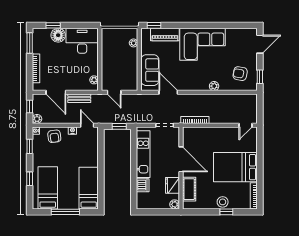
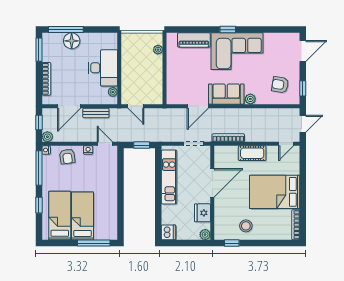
window: (53, 25) -> (66, 30), width x2.17
window: (154, 25) -> (228, 30), moved
desk: (82, 41) -> (103, 68), moved, turned 90
sofa: (150, 70) -> (226, 94), moved, turned -90
door: (56, 92) -> (69, 106), hinge flipped
door: (168, 92) -> (198, 106), swing flipped
door: (260, 108) -> (303, 124), added
window: (30, 146) -> (39, 168), width x2.17
door: (181, 159) -> (212, 183), hinge flipped
dishwasher: (143, 185) -> (168, 232), moved
bed: (89, 188) -> (83, 216), moved
cot: (189, 189) -> (252, 153), moved, turned 90
stool: (223, 202) -> (246, 226), moved
window: (65, 212) -> (94, 243), moved
window: (226, 212) -> (232, 243), moved

